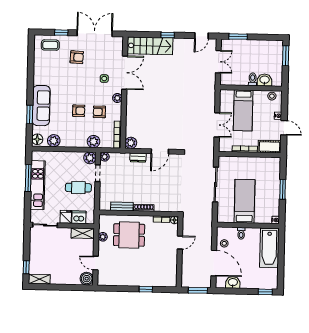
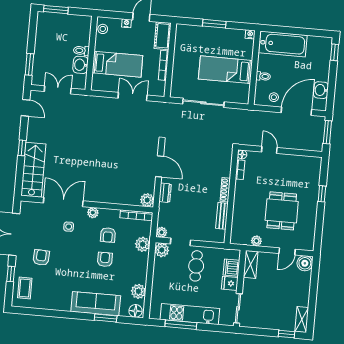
washbasin: (265, 80) -> (81, 65), moved
dining table: (129, 235) -> (282, 211), moved

